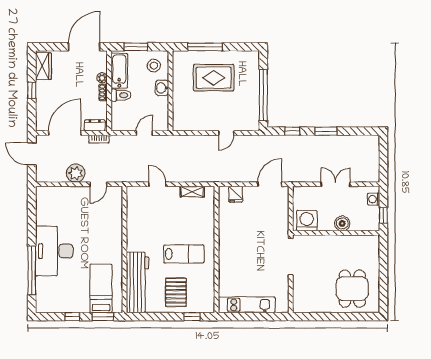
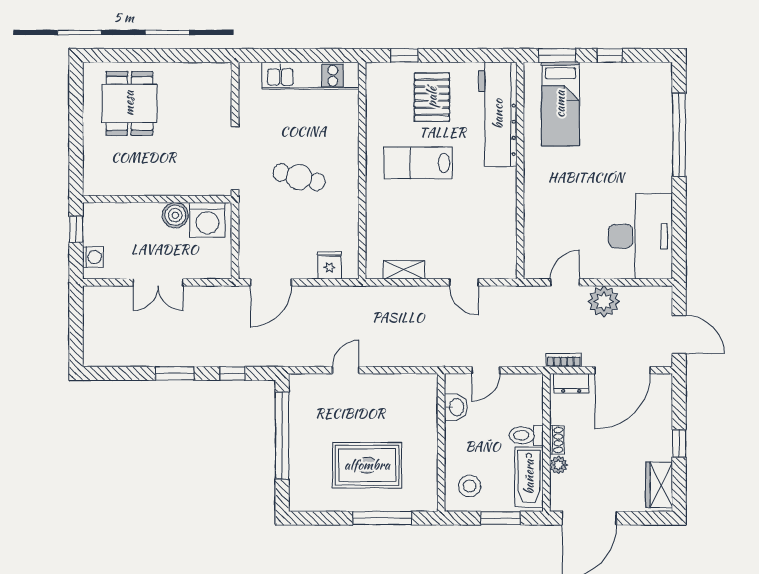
washbasin: (162, 88) -> (456, 407), moved
boiler: (342, 223) -> (175, 215), moved
cafe table: (253, 246) -> (299, 177), added
desk: (54, 251) -> (640, 236), moved

